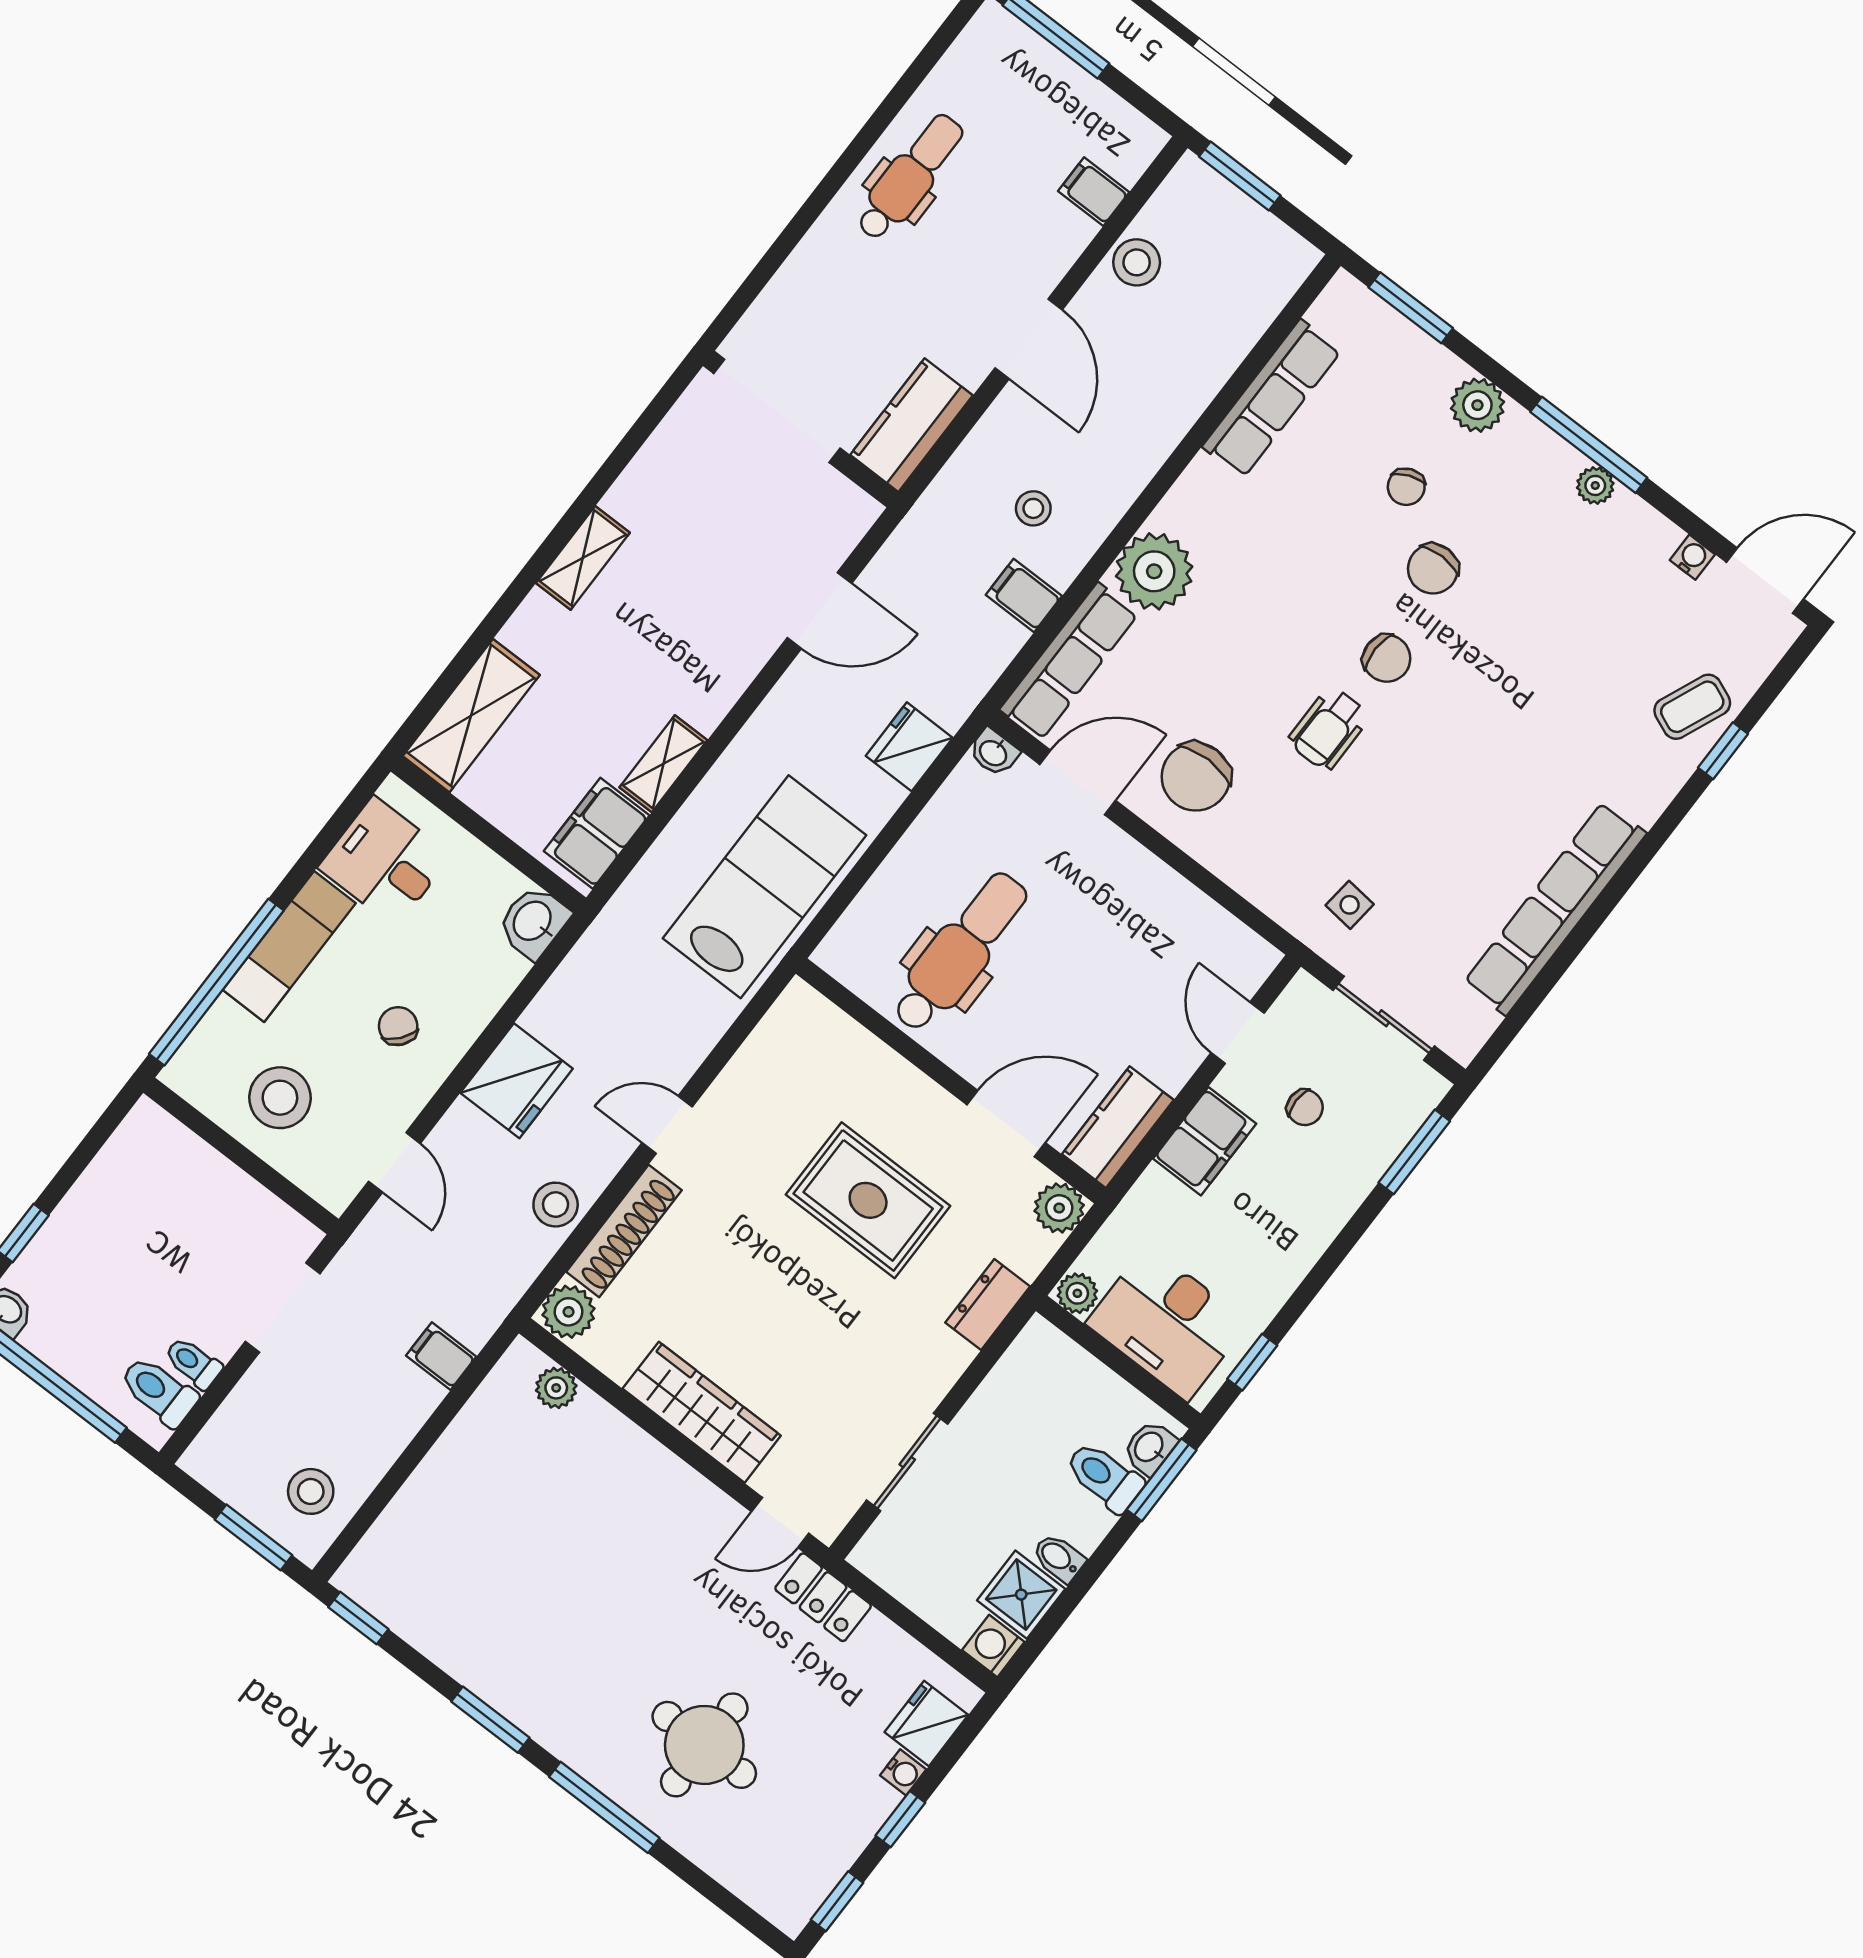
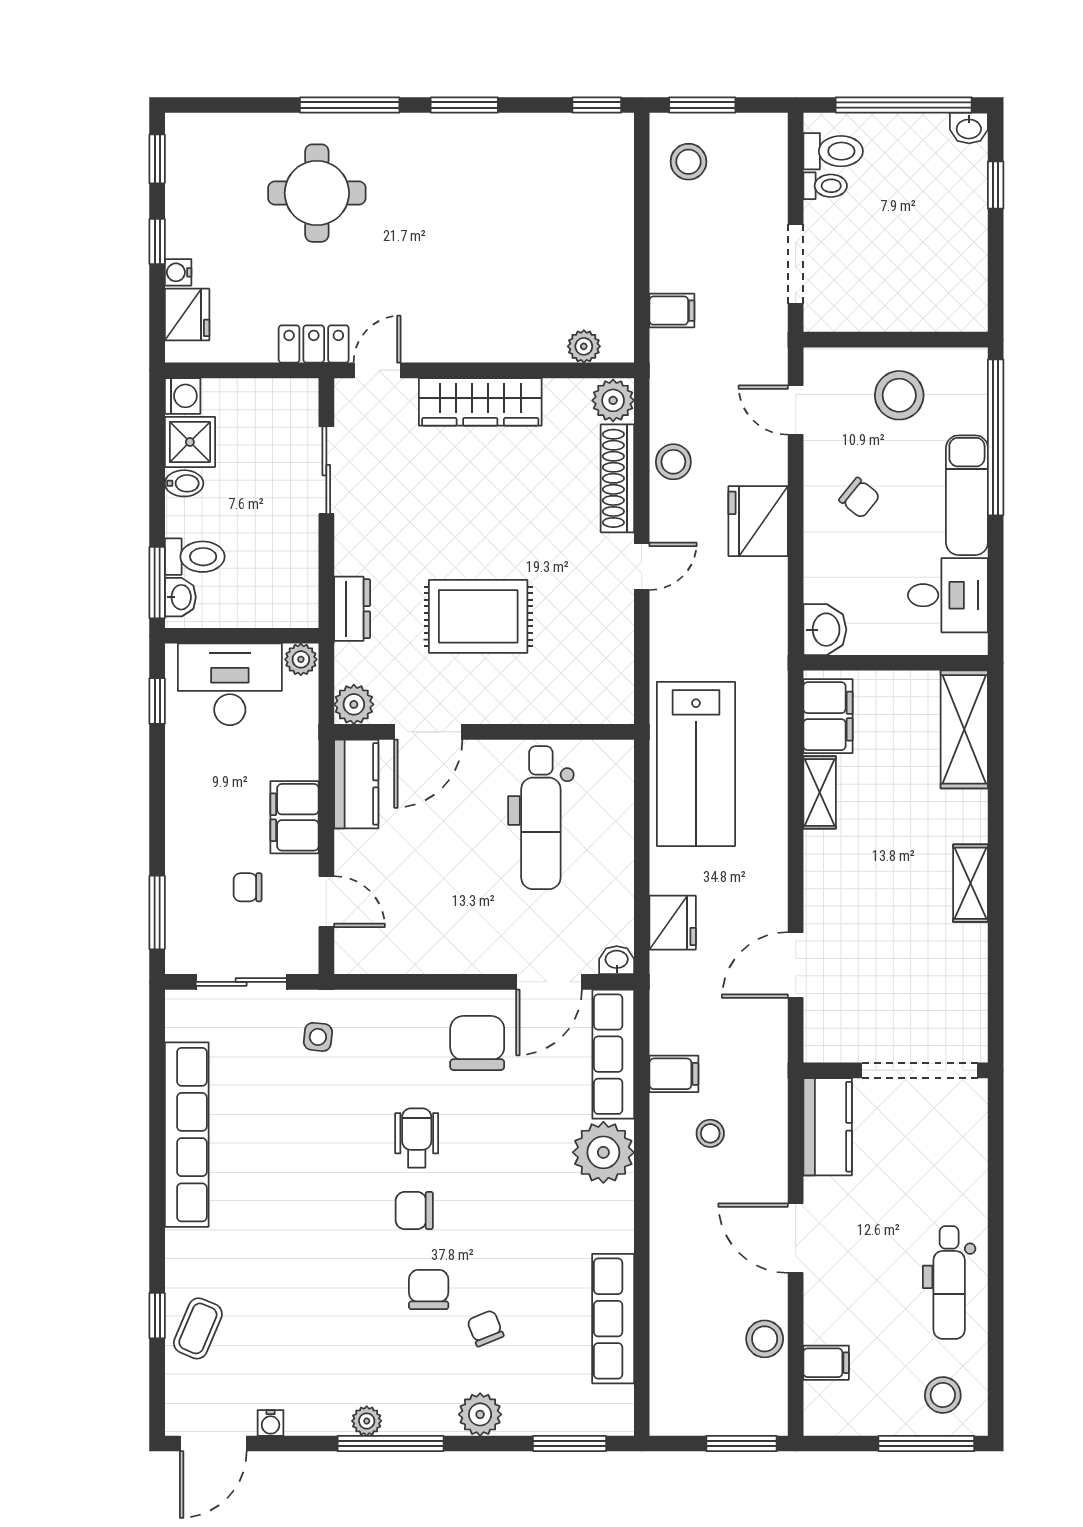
stool: (1002, 70) -> (943, 1395), added

